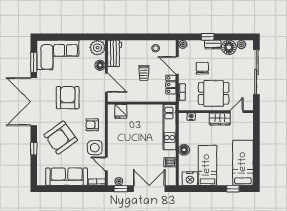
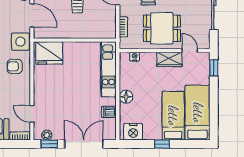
locker: (171, 85) -> (110, 18), removed
fridge: (121, 111) -> (49, 53), width x1.88, depth x1.34
door: (237, 112) -> (190, 51), hinge flipped
window: (256, 126) -> (214, 68), added
side table: (95, 148) -> (20, 42), moved
bed: (207, 165) -> (173, 116), moved
window: (233, 189) -> (162, 144), moved

